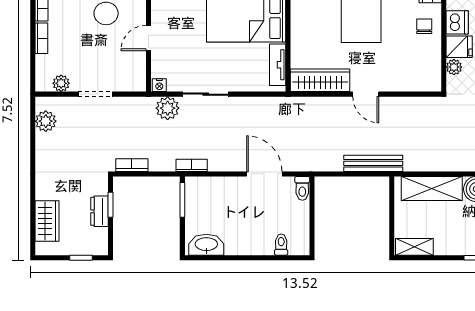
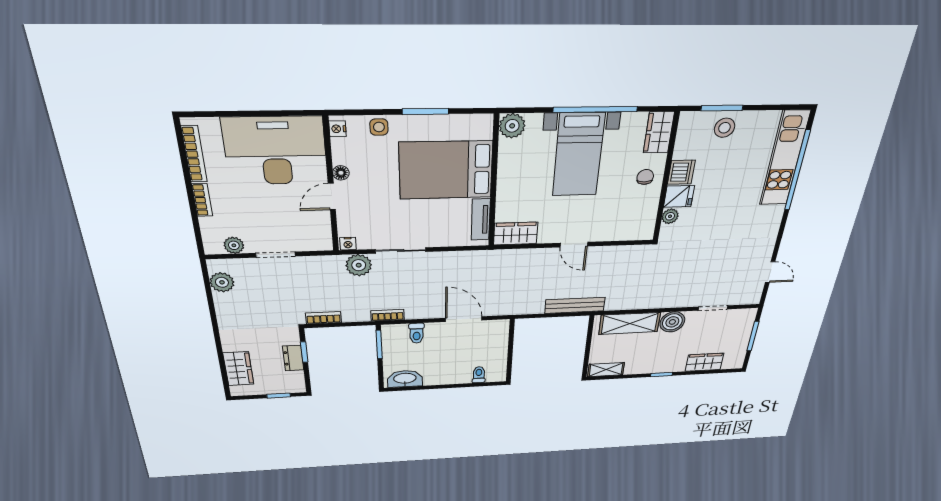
floor lamp: (158, 16) -> (341, 173), added
wardrobe: (320, 80) -> (516, 234), width x0.67
toilet: (302, 188) -> (417, 333), moved

